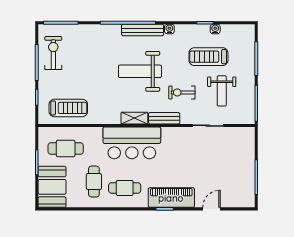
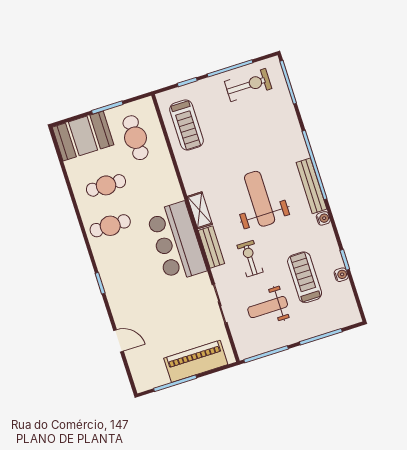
bar counter: (132, 143) -> (176, 242), moved
cafe table: (125, 188) -> (110, 226), turned 90
piano: (171, 198) -> (196, 361), moved, turned -90

